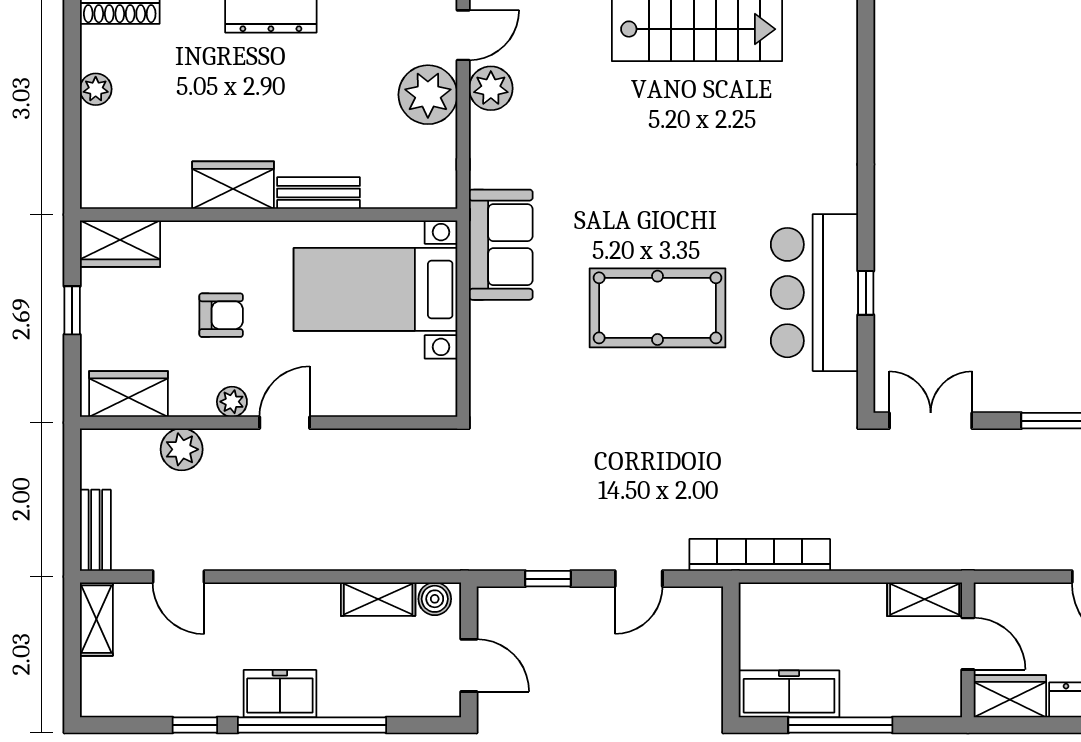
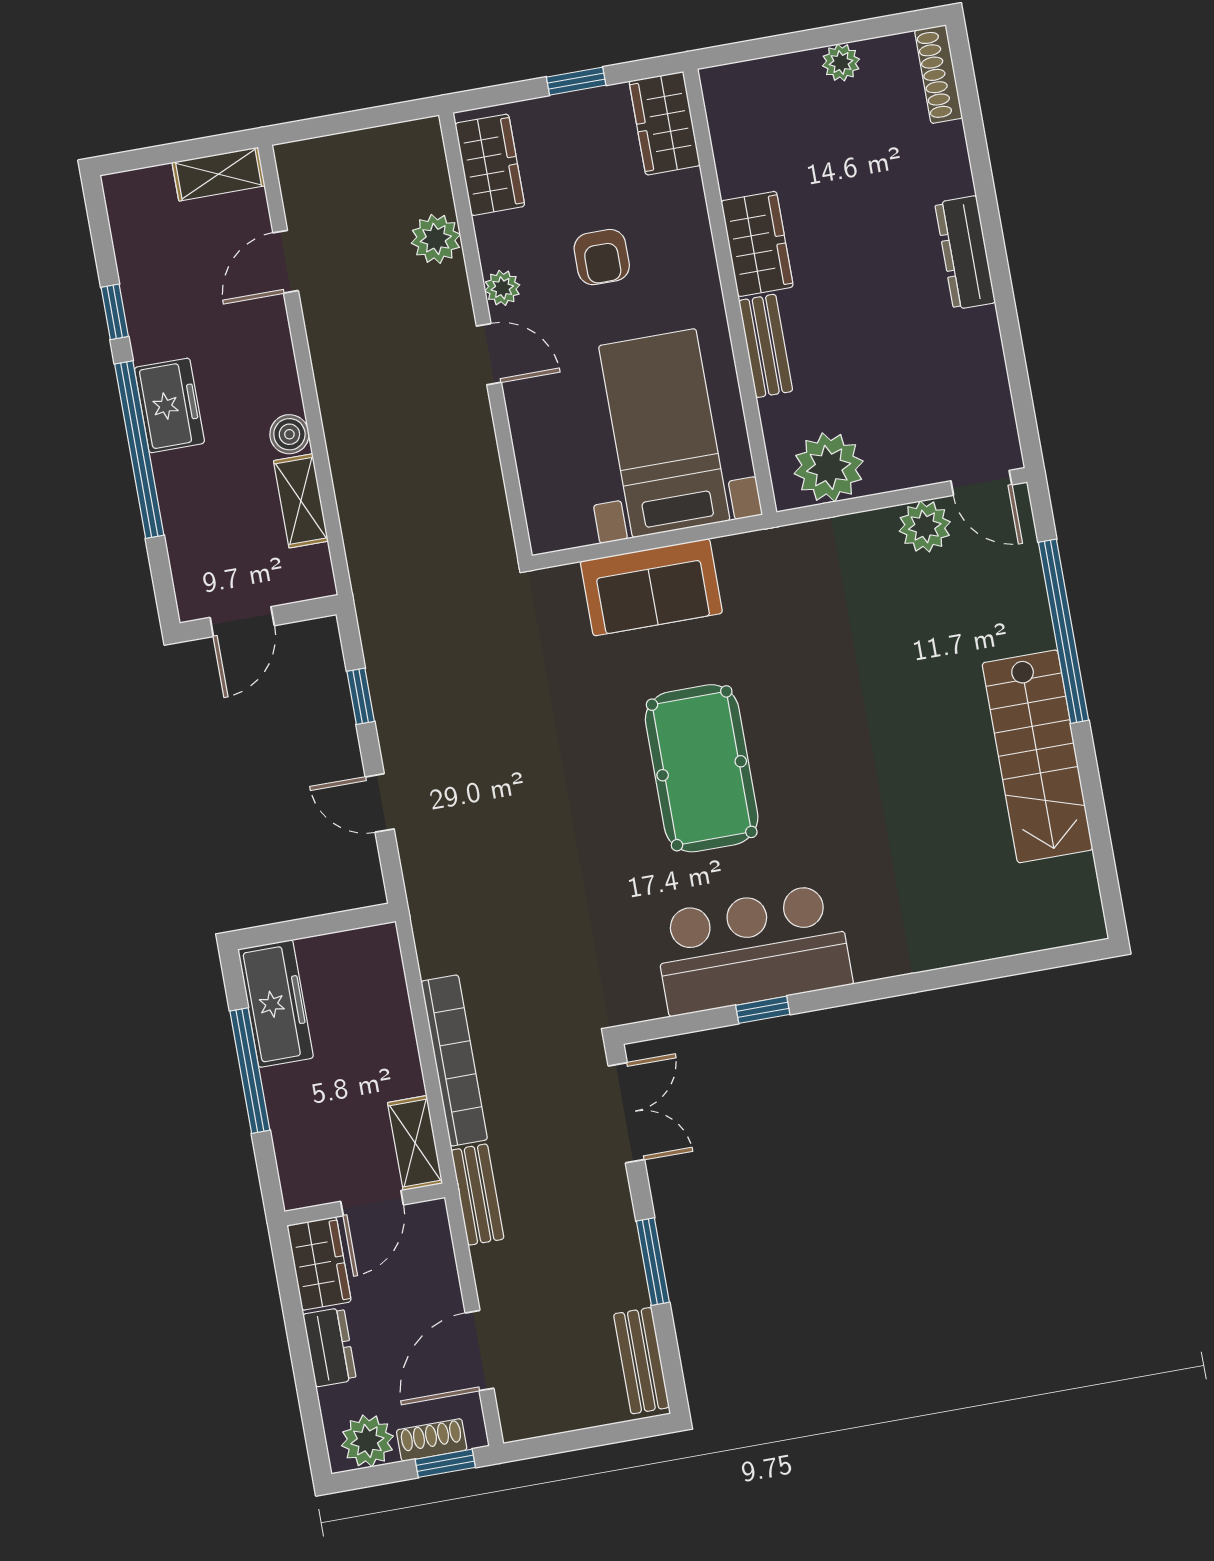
plant: (428, 95) -> (829, 467), moved
sofa: (501, 245) -> (651, 587), moved
bench: (95, 530) -> (478, 1195), moved, turned 90
bookcase: (760, 555) -> (454, 1060), moved
boiler: (435, 599) -> (289, 434), moved

